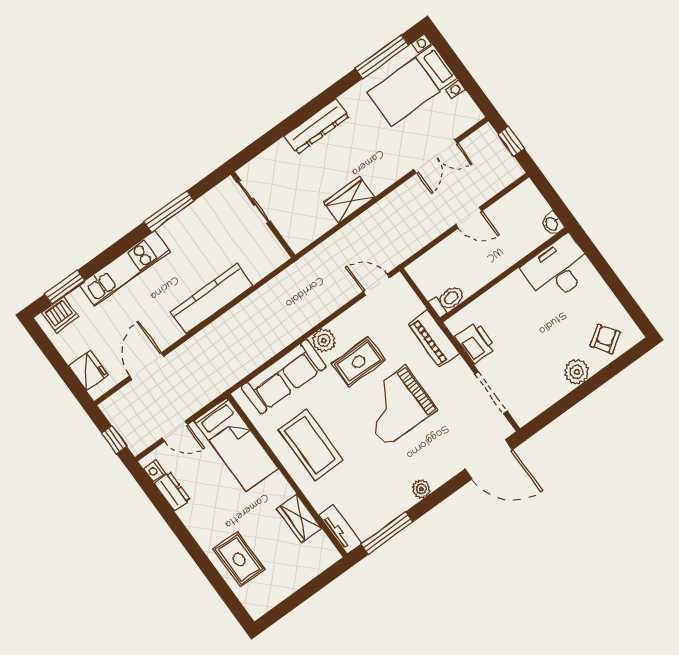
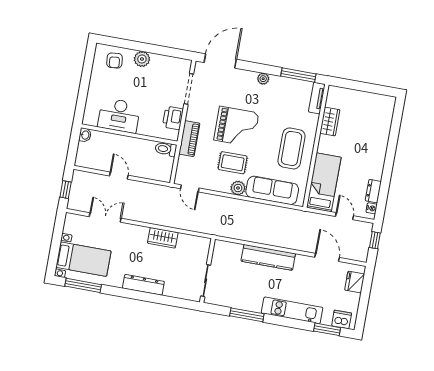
desk: (558, 269) -> (119, 115), moved
armchair: (605, 339) -> (115, 61), turned -61
door: (147, 366) -> (327, 257), swing flipped
door: (489, 459) -> (220, 61), hinge flipped
rug: (239, 559) -> (375, 131), removed

